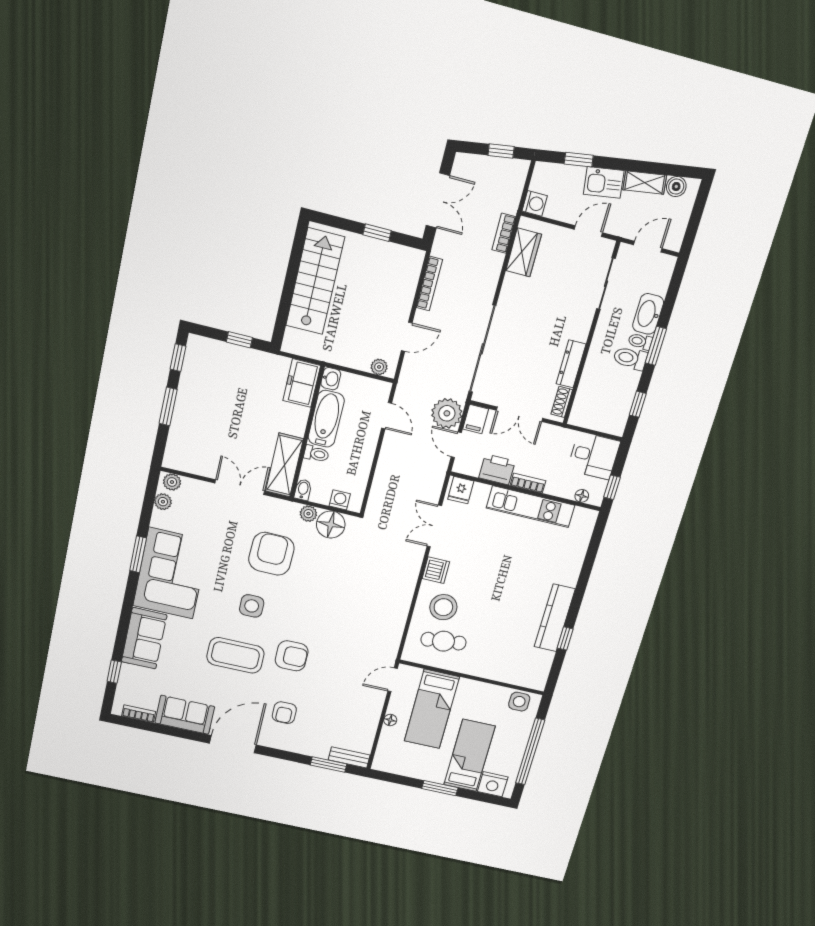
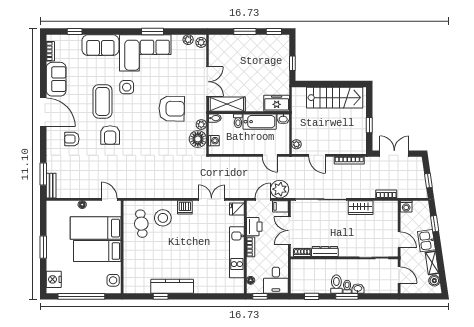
double door: (438, 201) -> (394, 154), swing flipped
wardrobe: (524, 252) -> (361, 208), moved
washbasin: (648, 314) -> (358, 289), width x0.52, depth x0.69
door: (387, 416) -> (270, 155), hinge flipped
side table: (252, 606) -> (127, 87), moved
bed: (469, 755) -> (97, 251), moved, turned 180

